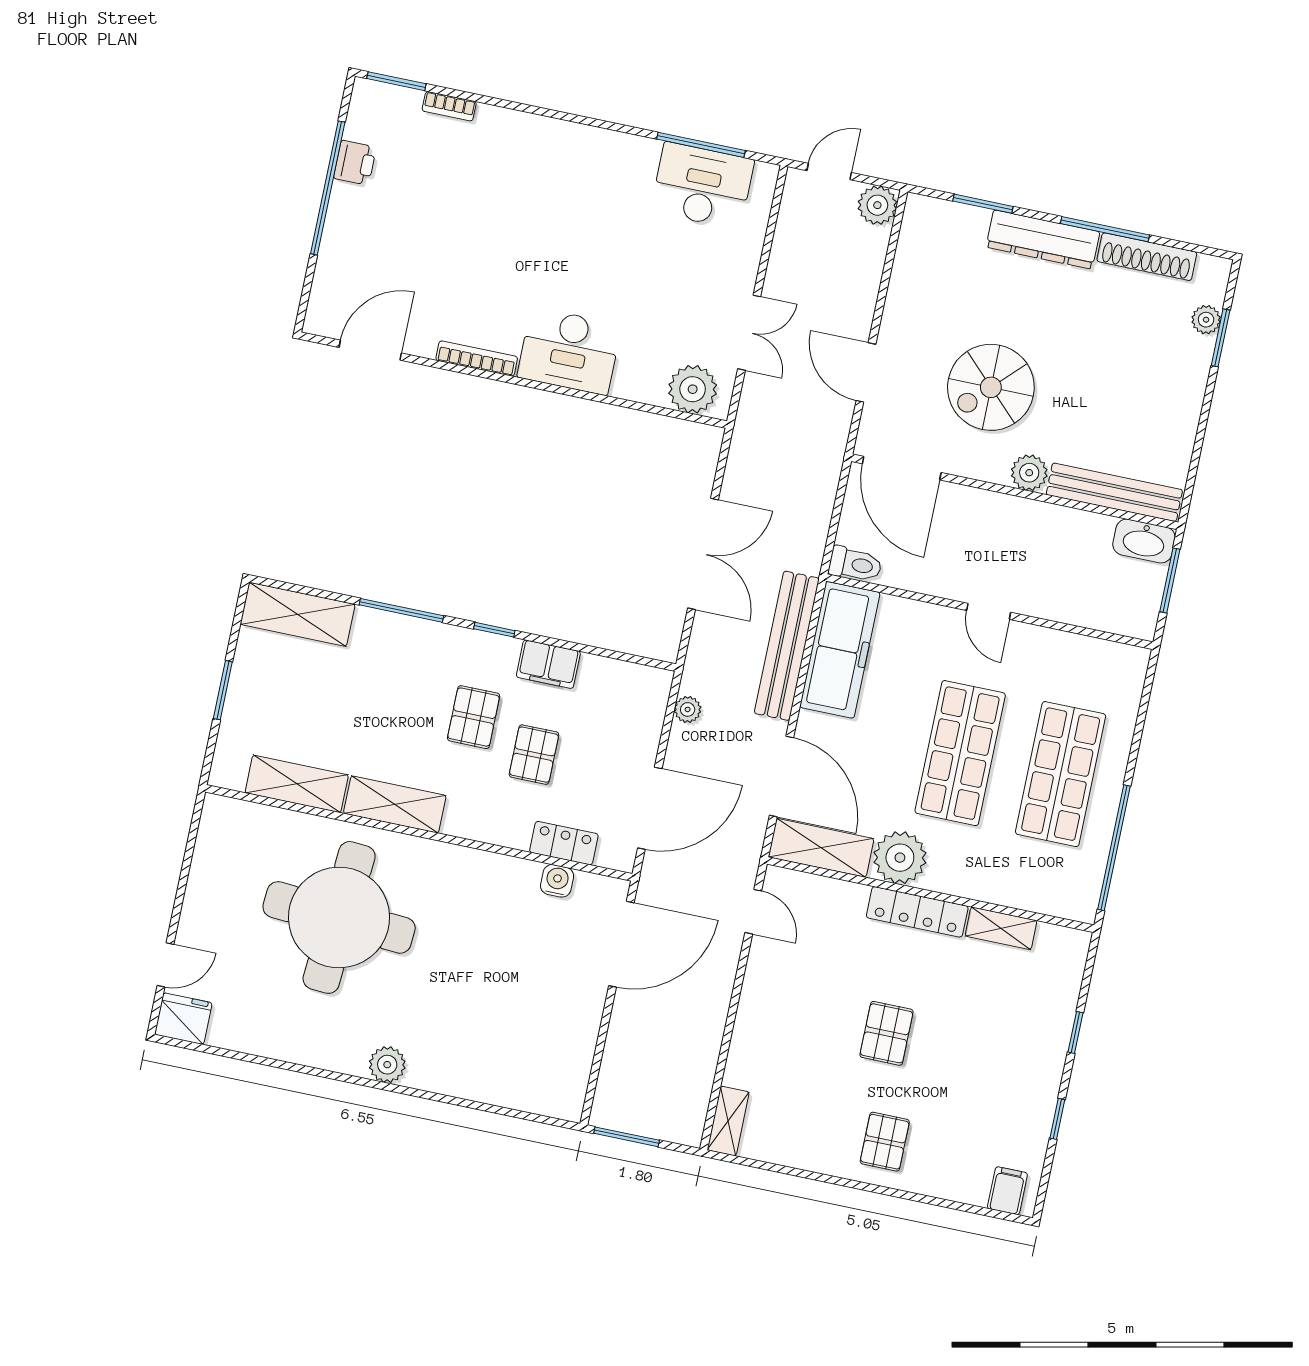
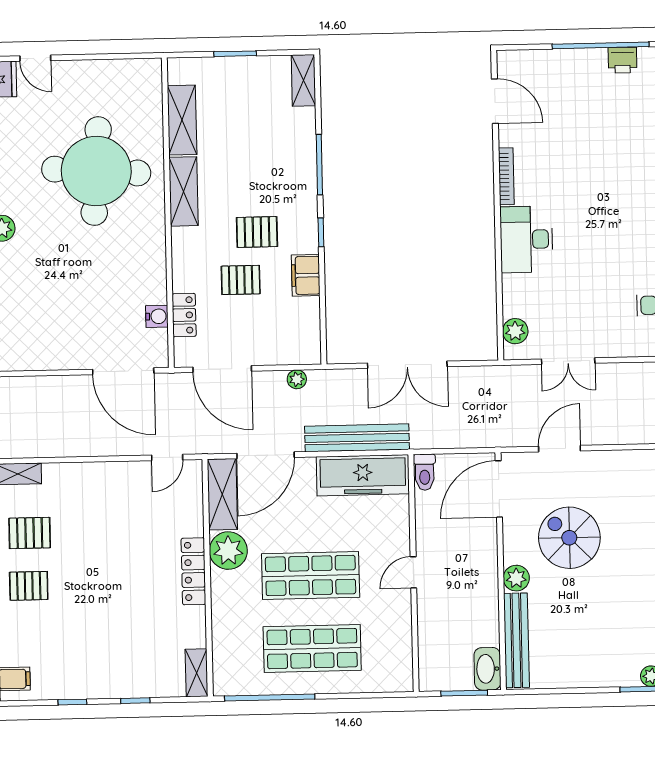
plant: (693, 389) -> (515, 331), width x0.73, depth x0.73
shelving: (298, 614) -> (303, 80), width x0.67, depth x0.75
shelving: (1001, 928) -> (197, 673), moved
pallet: (887, 1033) -> (30, 533), moved

